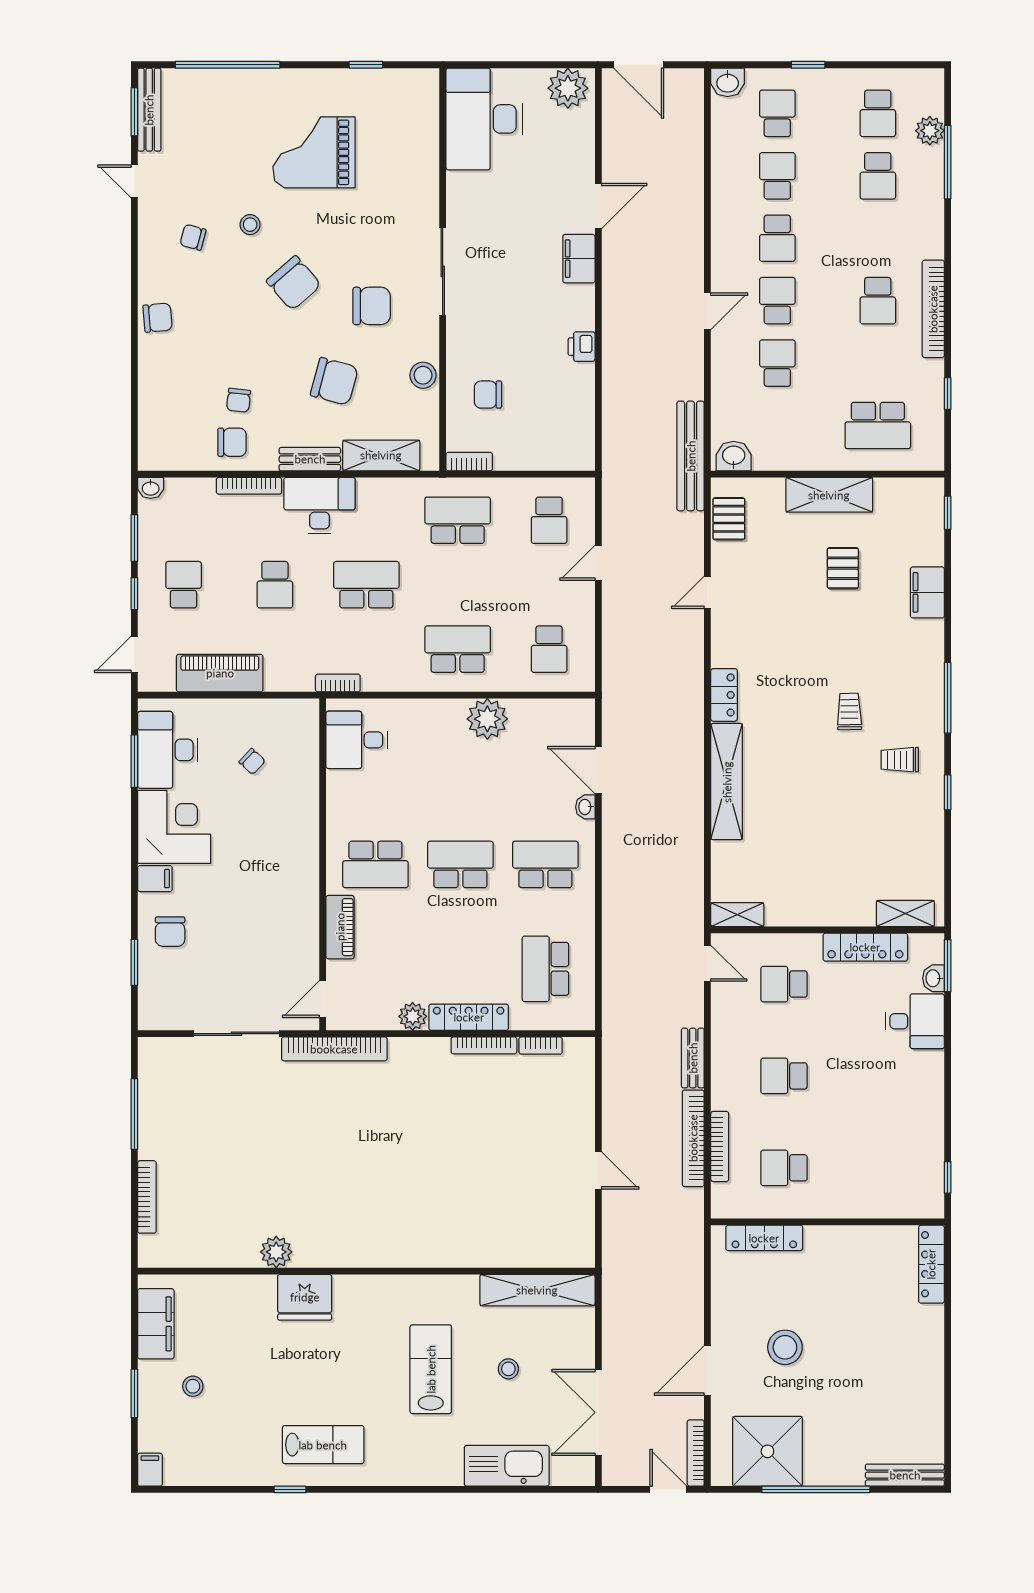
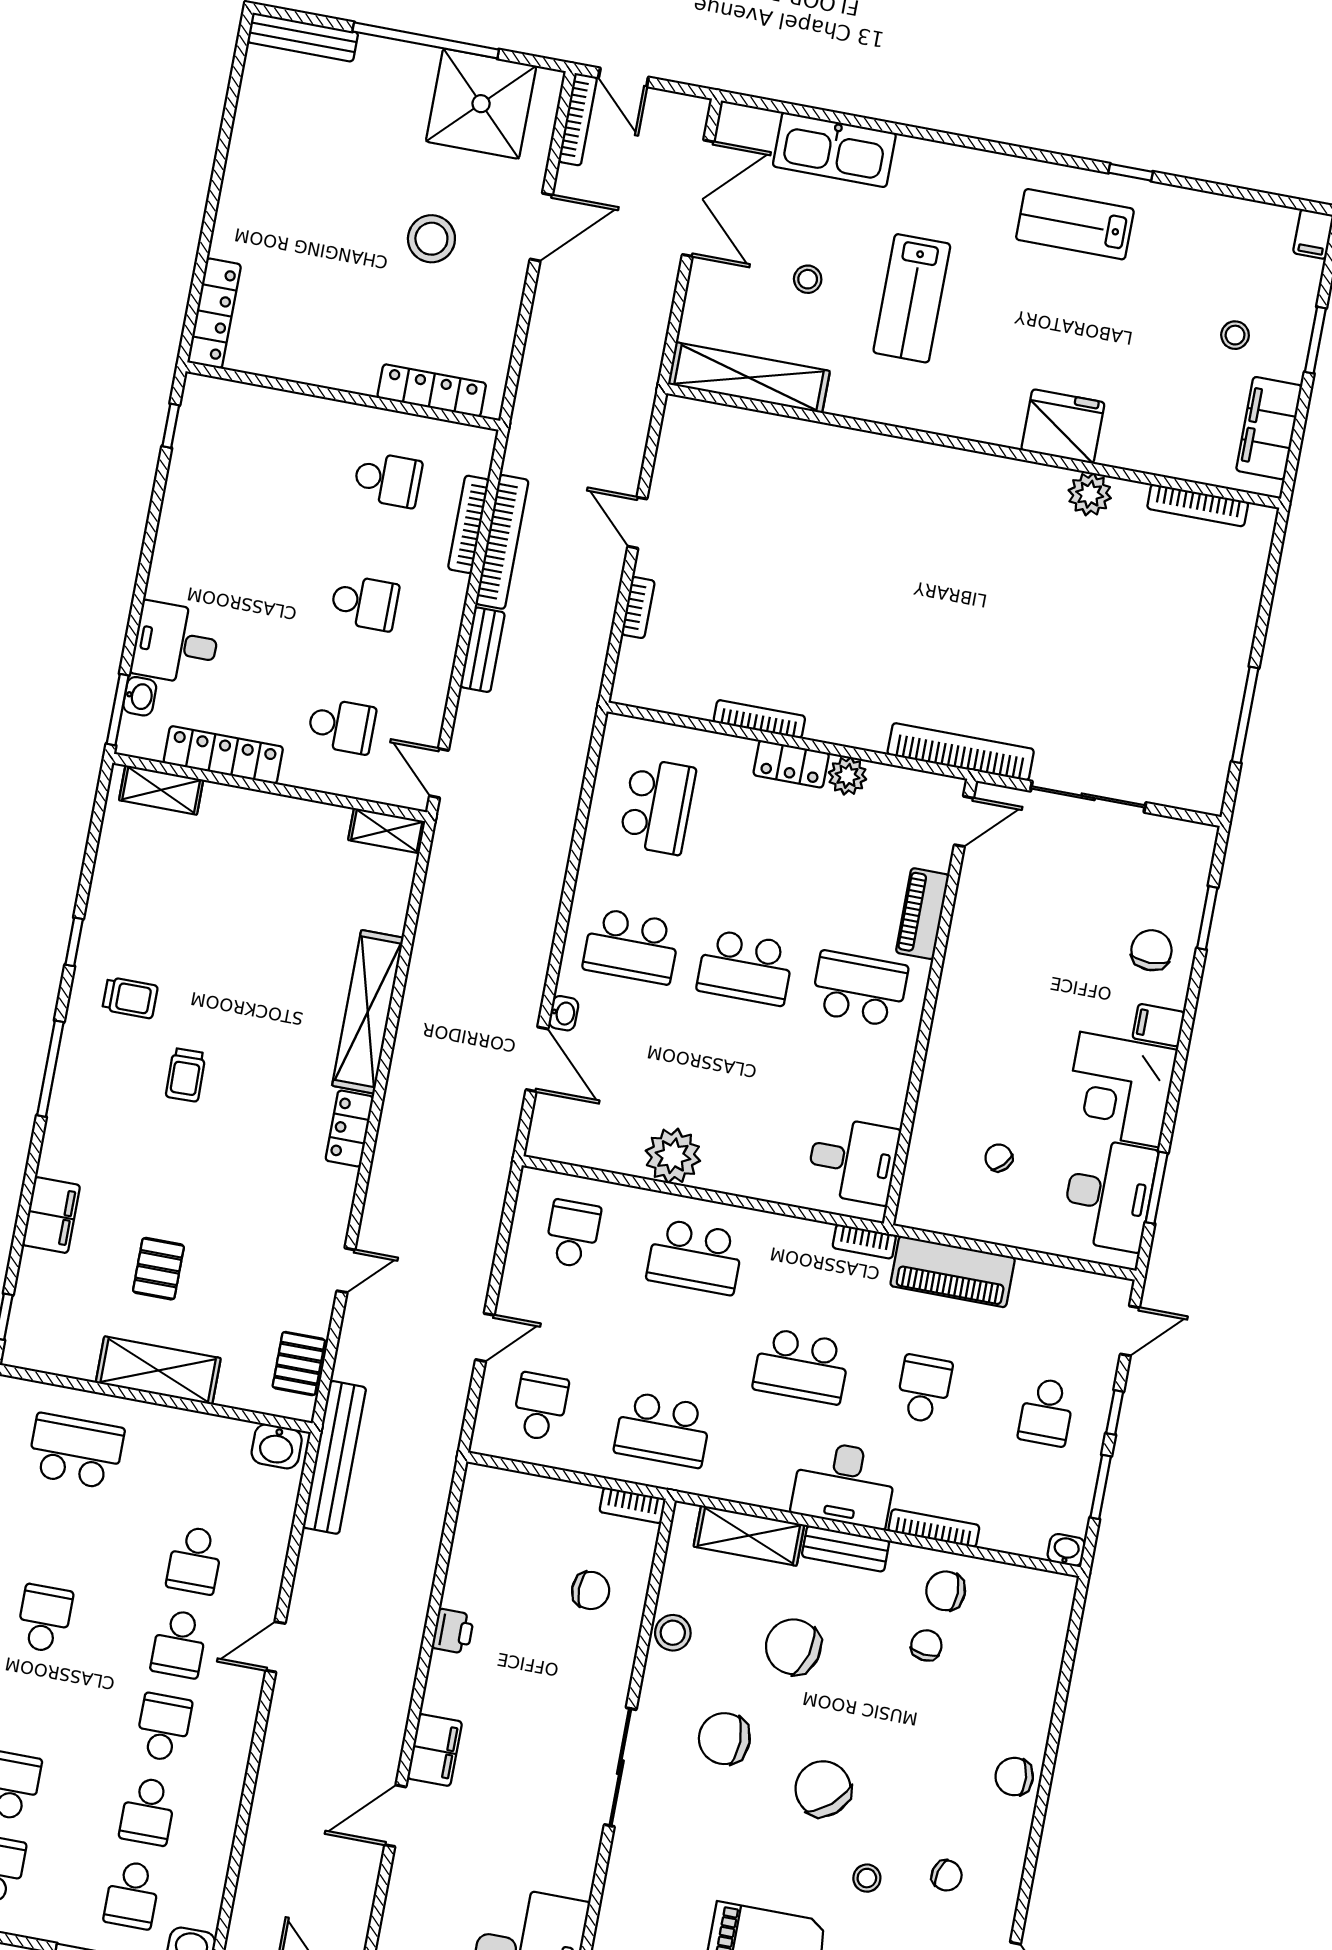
piano: (220, 673) -> (953, 1272), moved
locker: (469, 1017) -> (791, 764), width x0.66
bookcase: (541, 1046) -> (638, 608), moved, turned 90
bookcase: (147, 1197) -> (1198, 505), moved, turned -90

